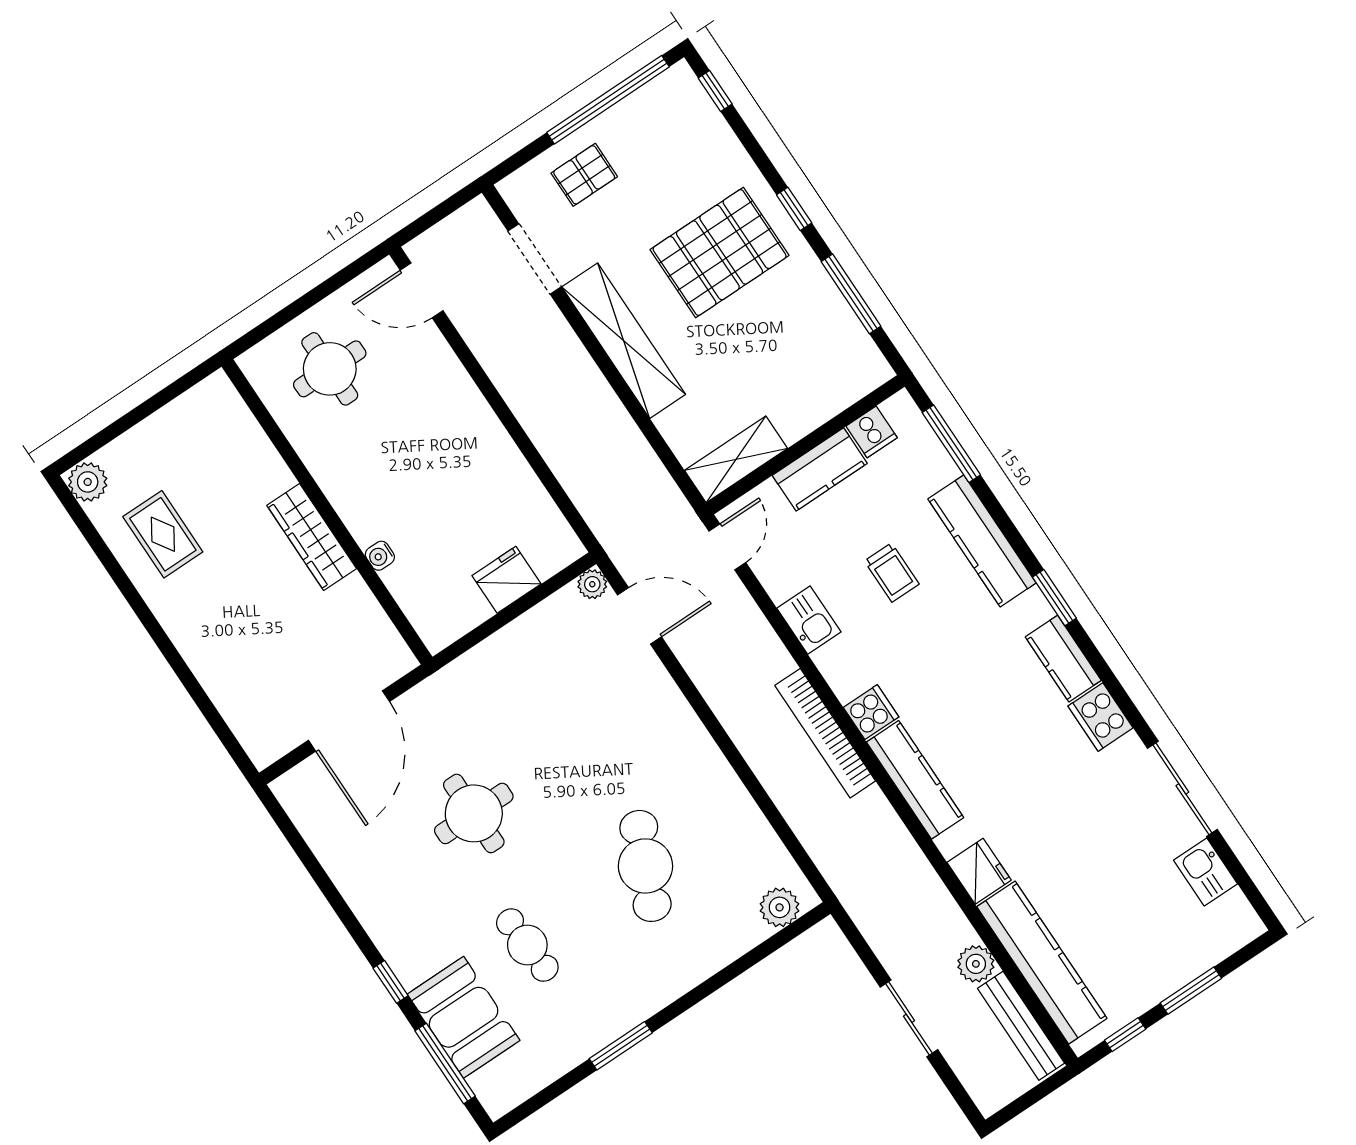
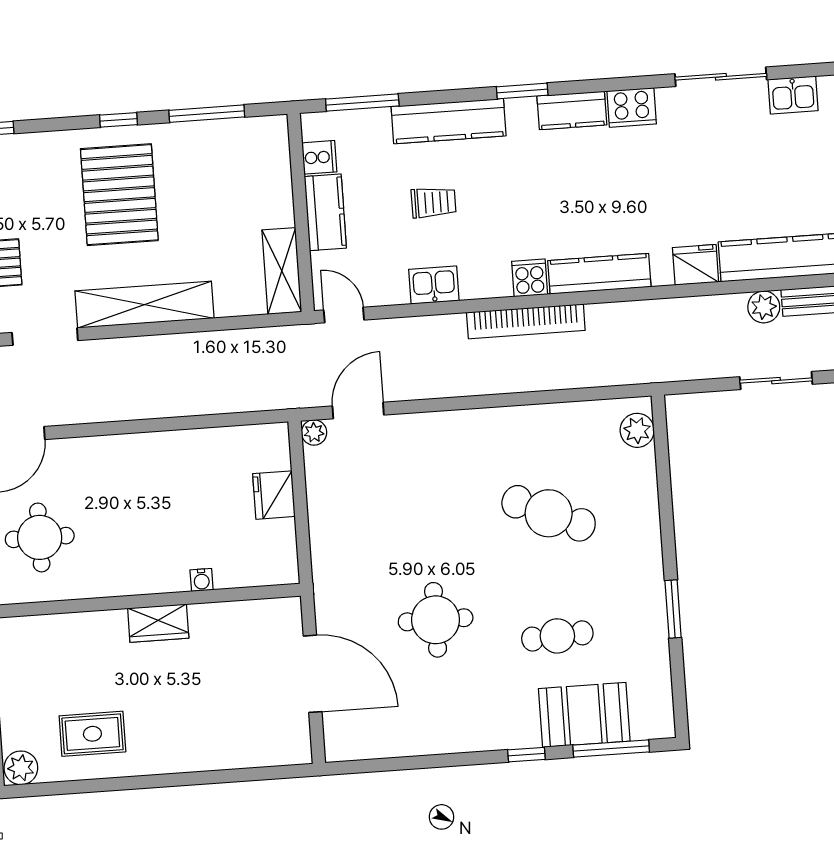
wardrobe: (312, 537) -> (158, 623), width x0.67

